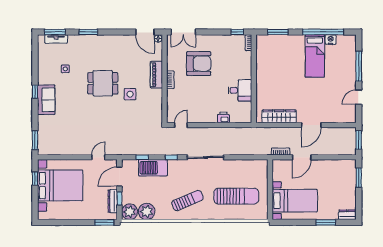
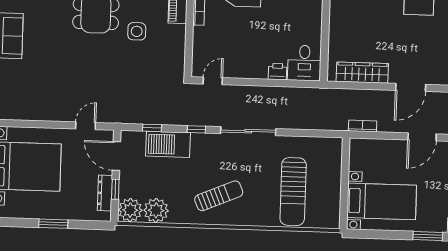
desk: (240, 90) -> (304, 63), moved, turned 90
door: (302, 157) -> (422, 137), moved
door: (119, 177) -> (116, 156), hinge flipped
sun lounger: (236, 196) -> (293, 192), turned 90
window: (104, 222) -> (53, 224), moved

